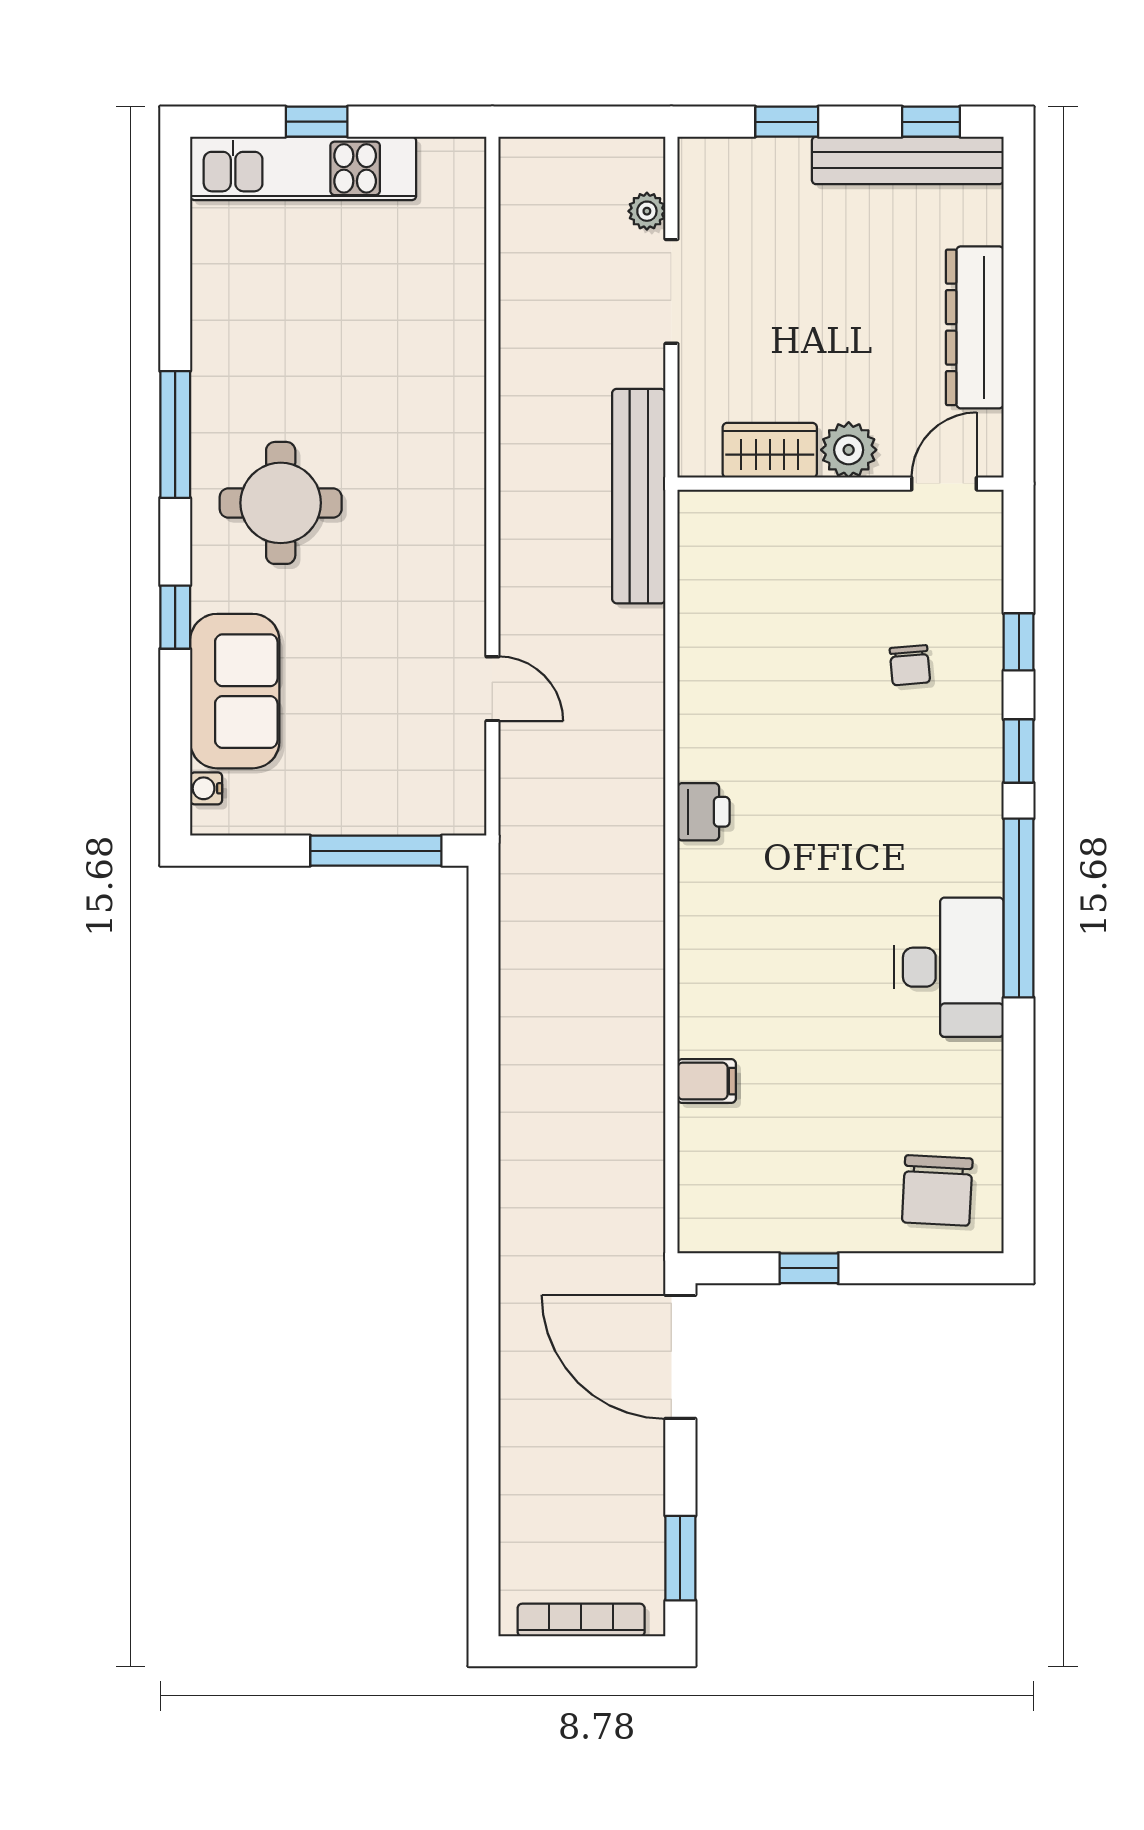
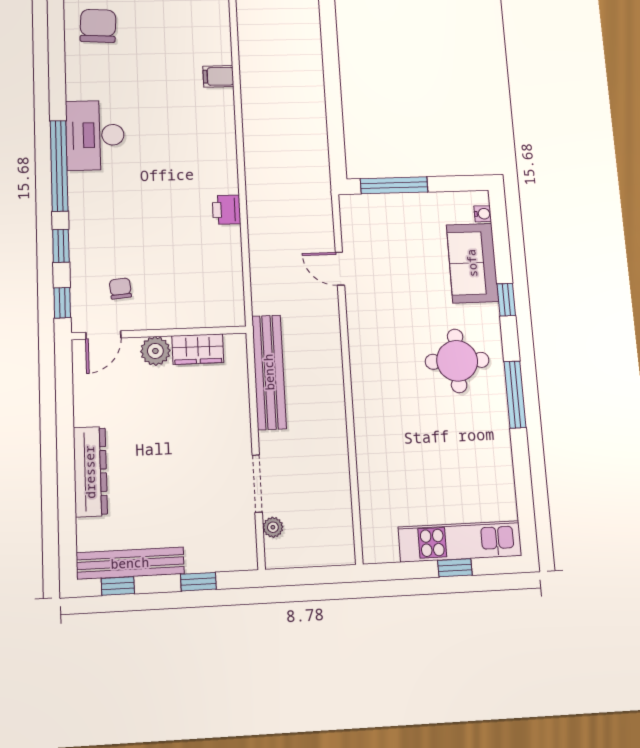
wardrobe: (770, 450) -> (198, 349), moved
plant: (849, 450) -> (155, 351), moved
wall: (841, 484) -> (159, 333), moved
door: (944, 484) -> (103, 335), moved

